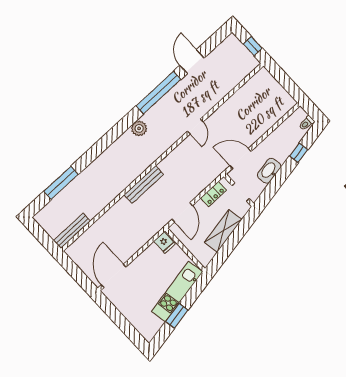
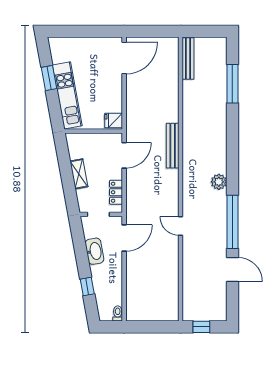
toilet: (307, 123) -> (118, 313), moved
door: (182, 212) -> (124, 155), swing flipped
shelving: (223, 231) -> (79, 174), width x0.67, depth x0.75
door: (114, 276) -> (124, 58), hinge flipped

